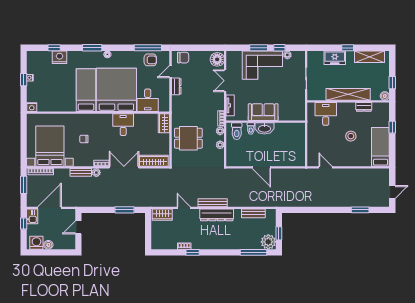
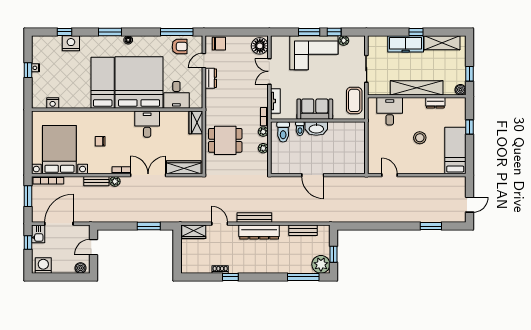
freezer: (335, 58) -> (406, 44), width x1.40
coffee table: (296, 105) -> (354, 100), added
nightstand: (32, 107) -> (53, 103), moved
boiler: (48, 245) -> (80, 268), moved

